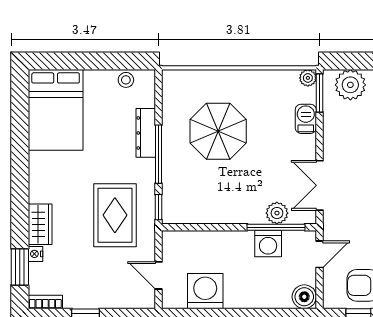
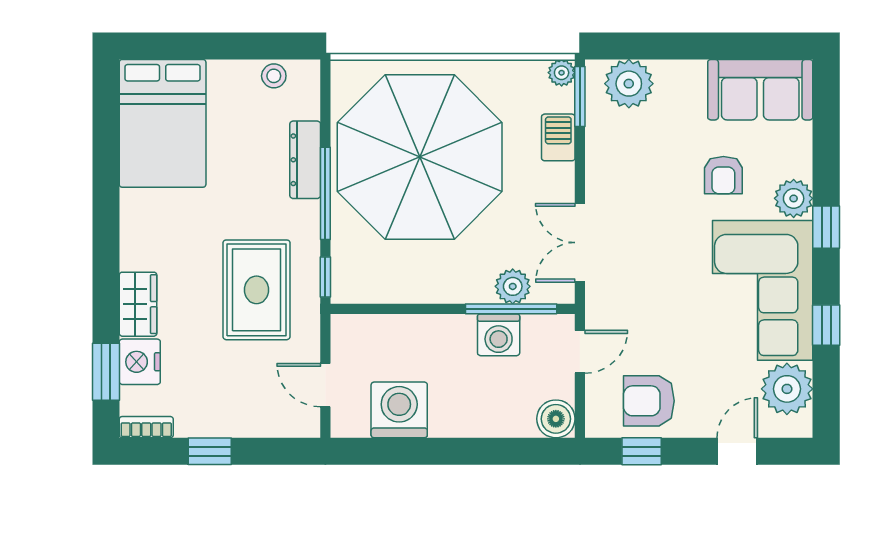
parasol: (218, 131) -> (420, 157), width x1.86, depth x1.86
nightstand: (36, 254) -> (140, 362), width x1.89, depth x1.79

